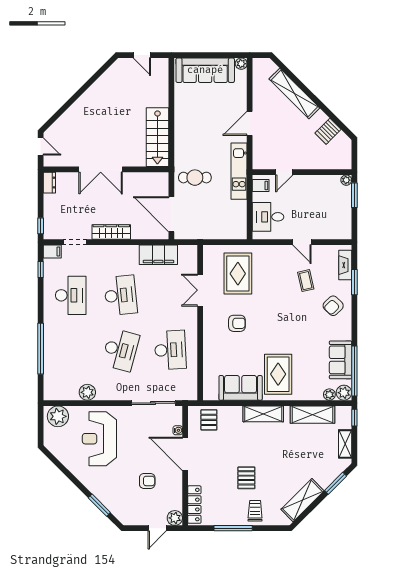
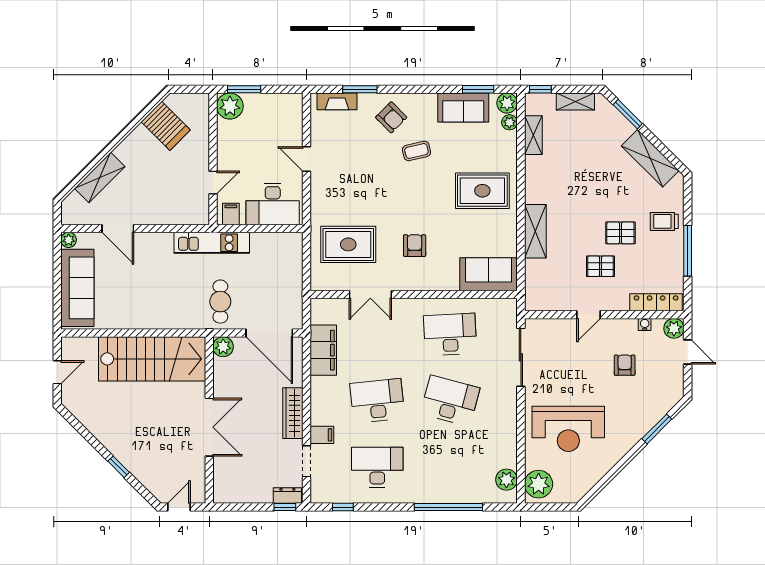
shelving: (294, 93) -> (100, 177), width x0.68
window: (71, 101) -> (119, 467), added
door: (250, 123) -> (118, 228), moved
server rack: (328, 131) -> (166, 126), width x1.36, depth x1.44
stairs: (157, 137) -> (152, 359), width x1.36, depth x1.51
door: (284, 172) -> (213, 182), hinge flipped
plant: (161, 180) -> (223, 347), added
plant: (346, 180) -> (230, 106), width x1.88, depth x1.88
dresser: (49, 183) -> (287, 496), moved
door: (171, 214) -> (269, 333), hinge flipped
desk: (268, 217) -> (273, 204), width x1.37
door: (302, 242) -> (306, 159), swing flipped
filing cabinet: (52, 252) -> (322, 435), moved, turned 90
coffee table: (306, 281) -> (416, 151), moved
window: (354, 371) -> (478, 89), width x0.47
sofa: (241, 388) -> (489, 274), moved, turned 90
plant: (87, 392) -> (506, 480), moved
shelving: (263, 414) -> (535, 231), moved
shelving: (312, 415) -> (533, 135), width x0.67, depth x0.75
pallet: (209, 420) -> (601, 266), moved
water cooler: (178, 430) -> (645, 324), moved
door: (185, 454) -> (589, 315), width x0.53

